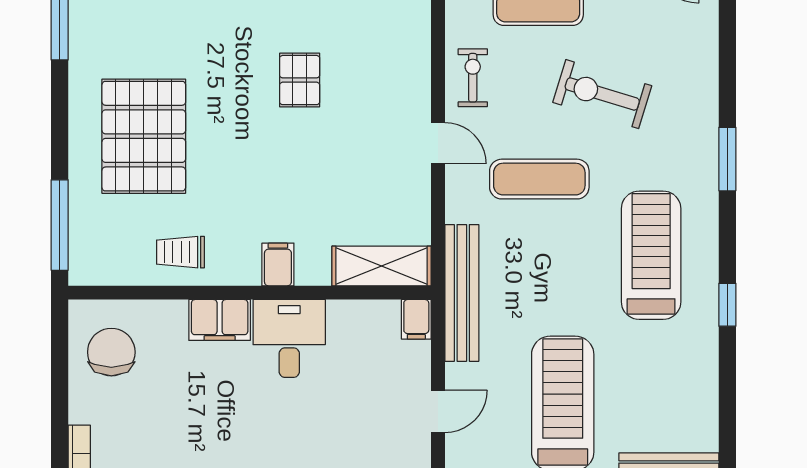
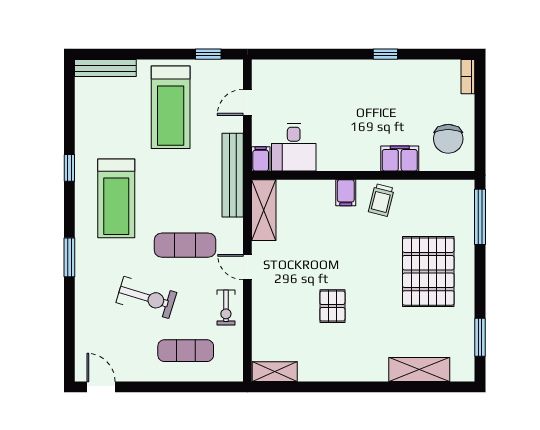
trolley: (180, 252) -> (381, 200), moved, turned 104
shelving: (382, 266) -> (264, 210), moved, turned 90
filing cabinet: (220, 320) -> (400, 158), moved
desk: (289, 338) -> (294, 147), moved

